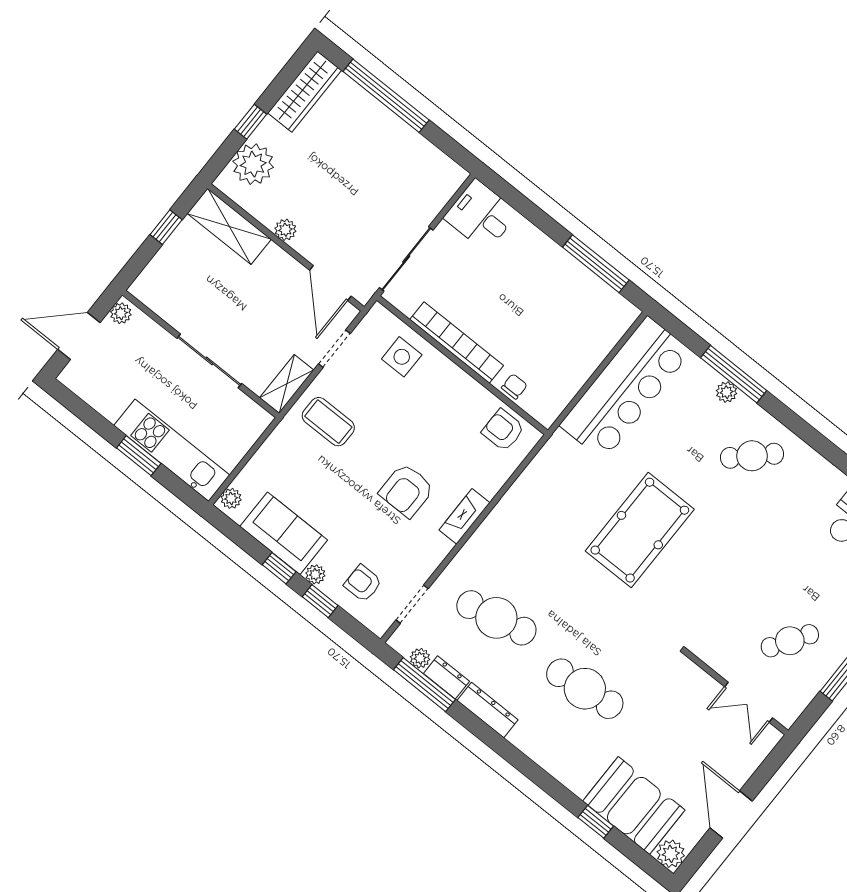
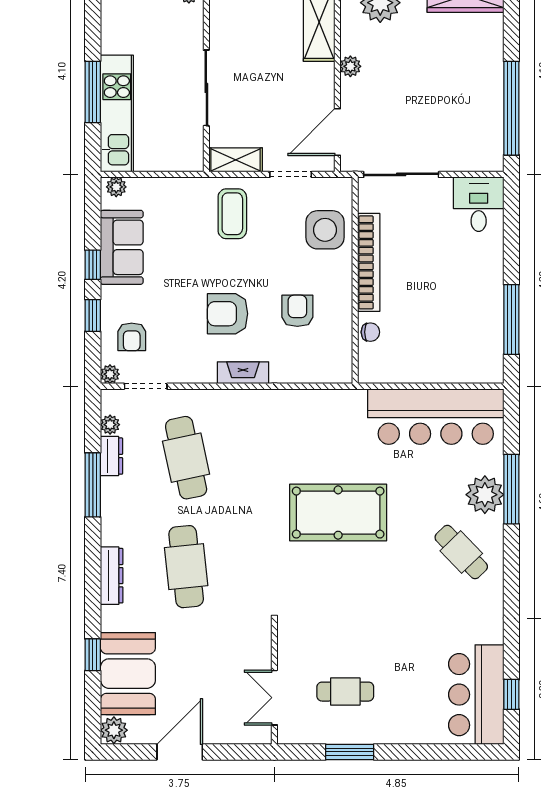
window: (386, 96) -> (511, 108), moved
side table: (402, 357) -> (325, 230), width x1.37, depth x1.37
plant: (727, 392) -> (485, 495), width x1.87, depth x1.87
armchair: (503, 430) -> (297, 311), moved
window: (139, 456) -> (93, 92), width x1.44
plant: (315, 574) -> (110, 374), moved
armchair: (363, 583) -> (132, 337), turned 180
cafe table: (790, 641) -> (345, 692), turned -33
window: (424, 685) -> (93, 485), moved
dresser: (488, 710) -> (112, 576), moved

